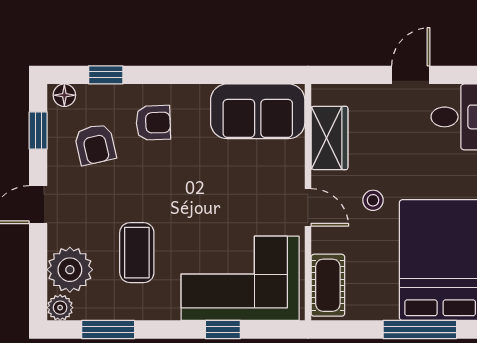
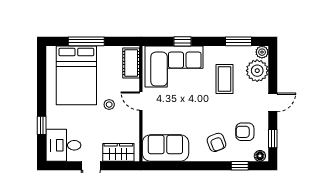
armchair: (153, 123) -> (217, 142), turned -109
wardrobe: (329, 138) -> (118, 152), moved, turned 90
armchair: (95, 144) -> (245, 132), turned -77

